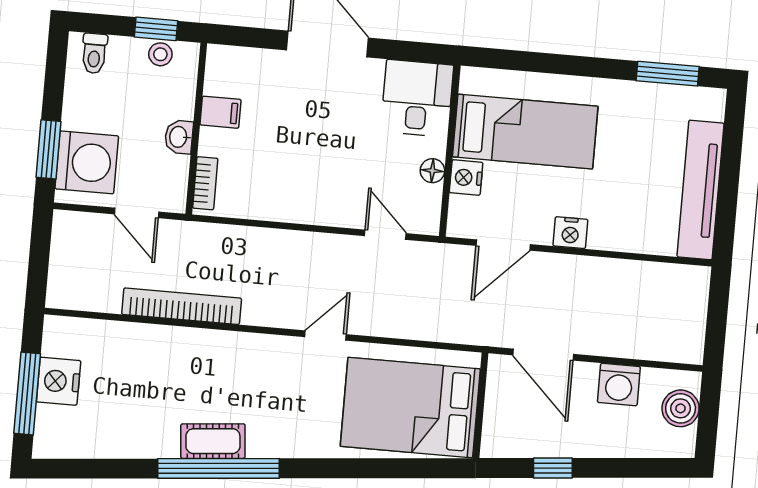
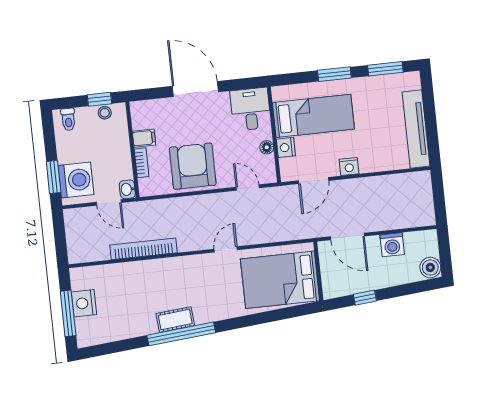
window: (576, 66) -> (334, 74), added
washbasin: (179, 137) -> (127, 189), moved
armchair: (296, 178) -> (193, 166), added
bookcase: (205, 183) -> (142, 163), moved
boiler: (681, 408) -> (430, 267), moved

